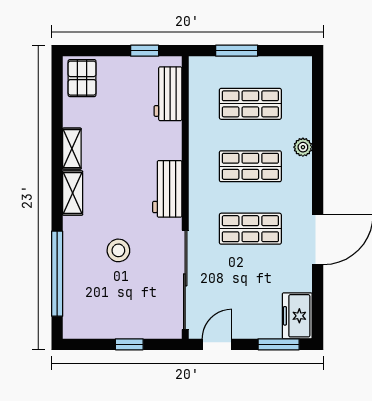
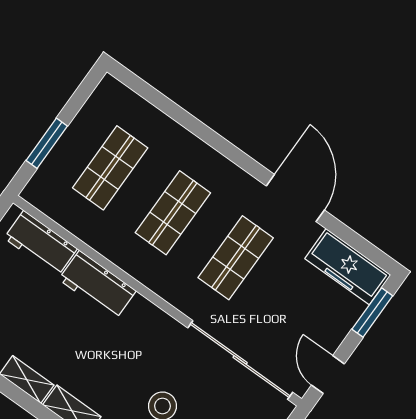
plant: (303, 147) -> (192, 146), removed
workbench: (167, 189) -> (97, 285), moved
freezer: (297, 316) -> (348, 267), width x1.40

